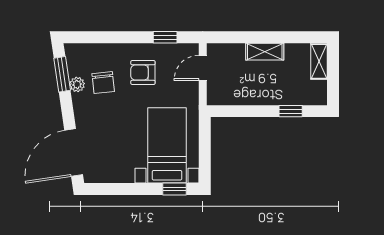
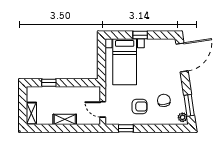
door: (203, 68) -> (103, 109), swing flipped
plant: (77, 84) -> (183, 117), moved
window: (175, 189) -> (140, 35), moved

